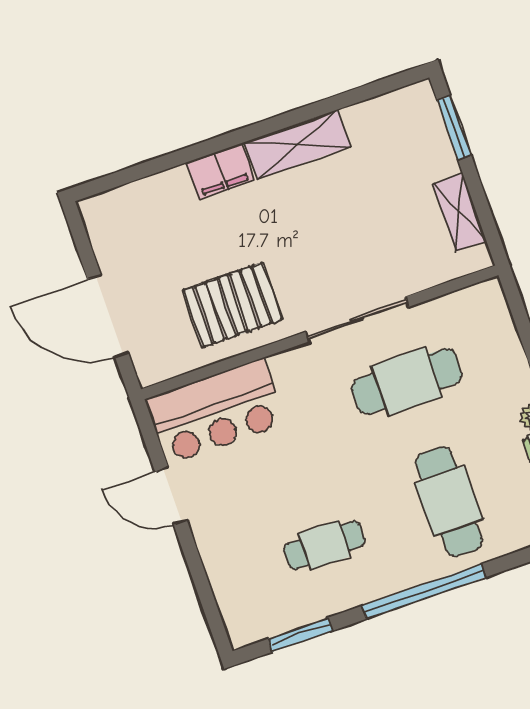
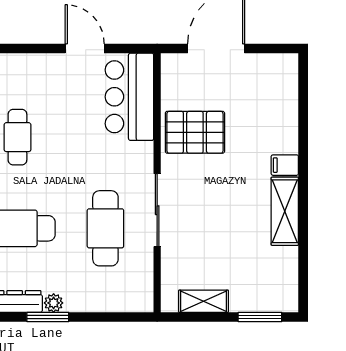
filing cabinet: (220, 171) -> (285, 165), width x0.50
pallet: (233, 305) -> (195, 132), turned 90
door: (171, 496) -> (85, 48), hinge flipped

